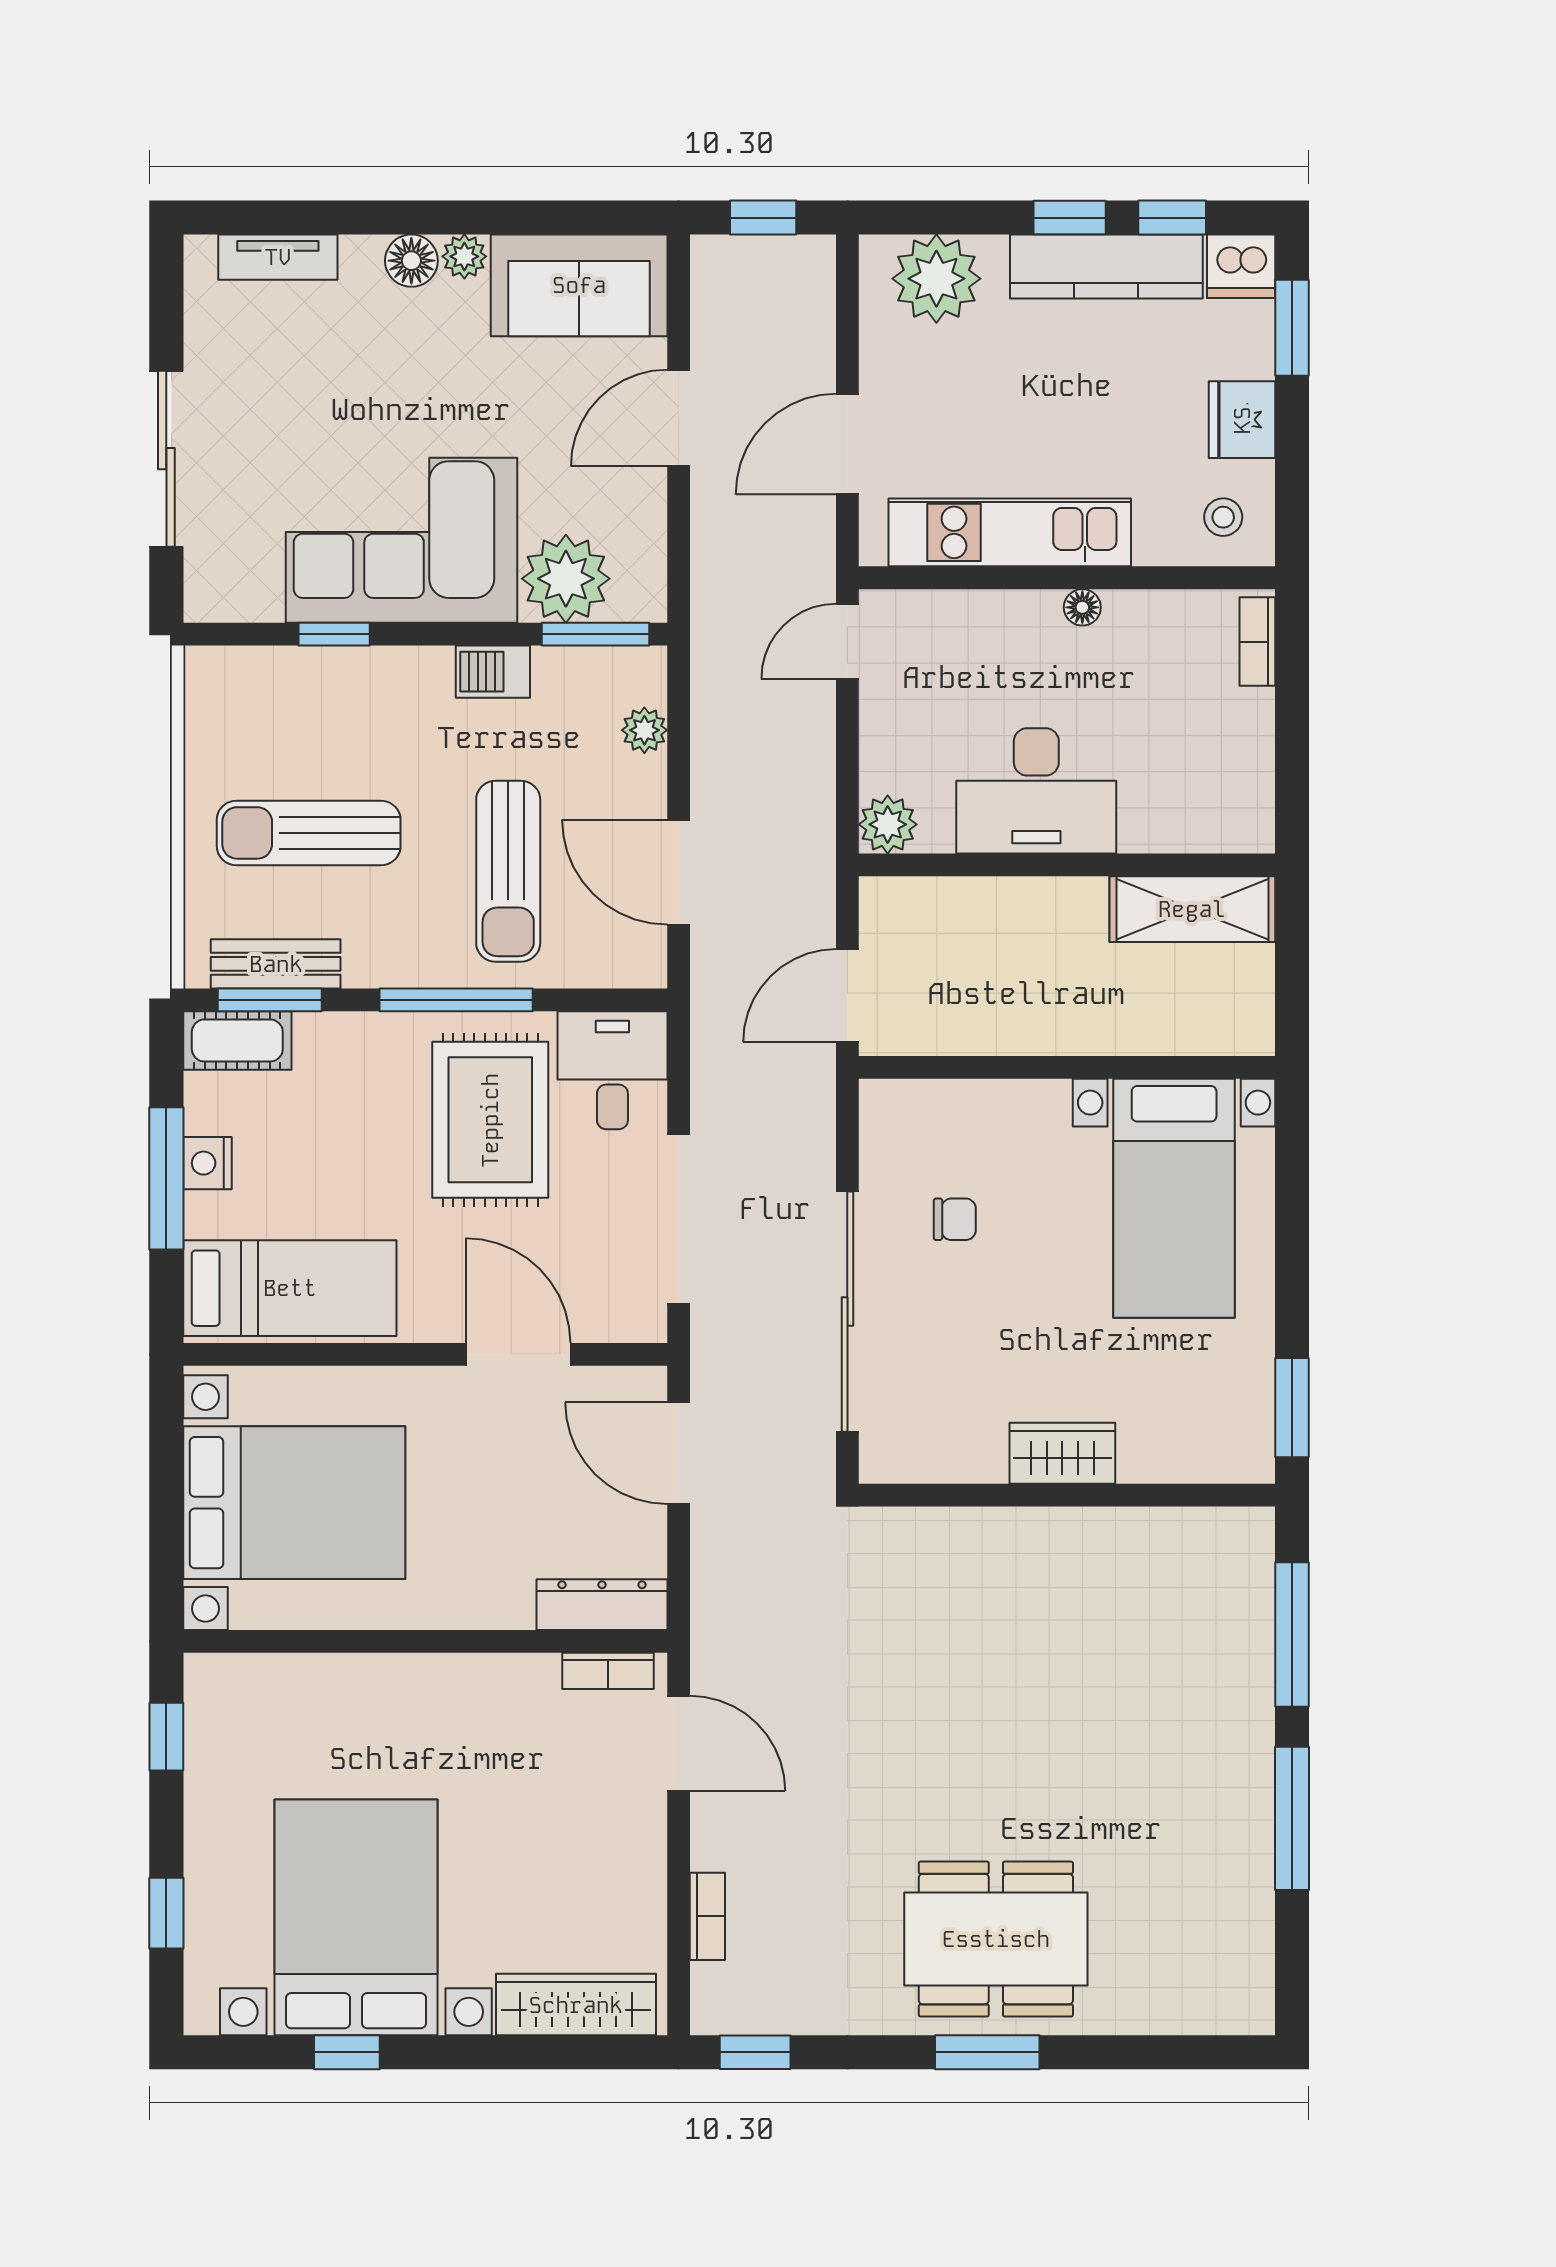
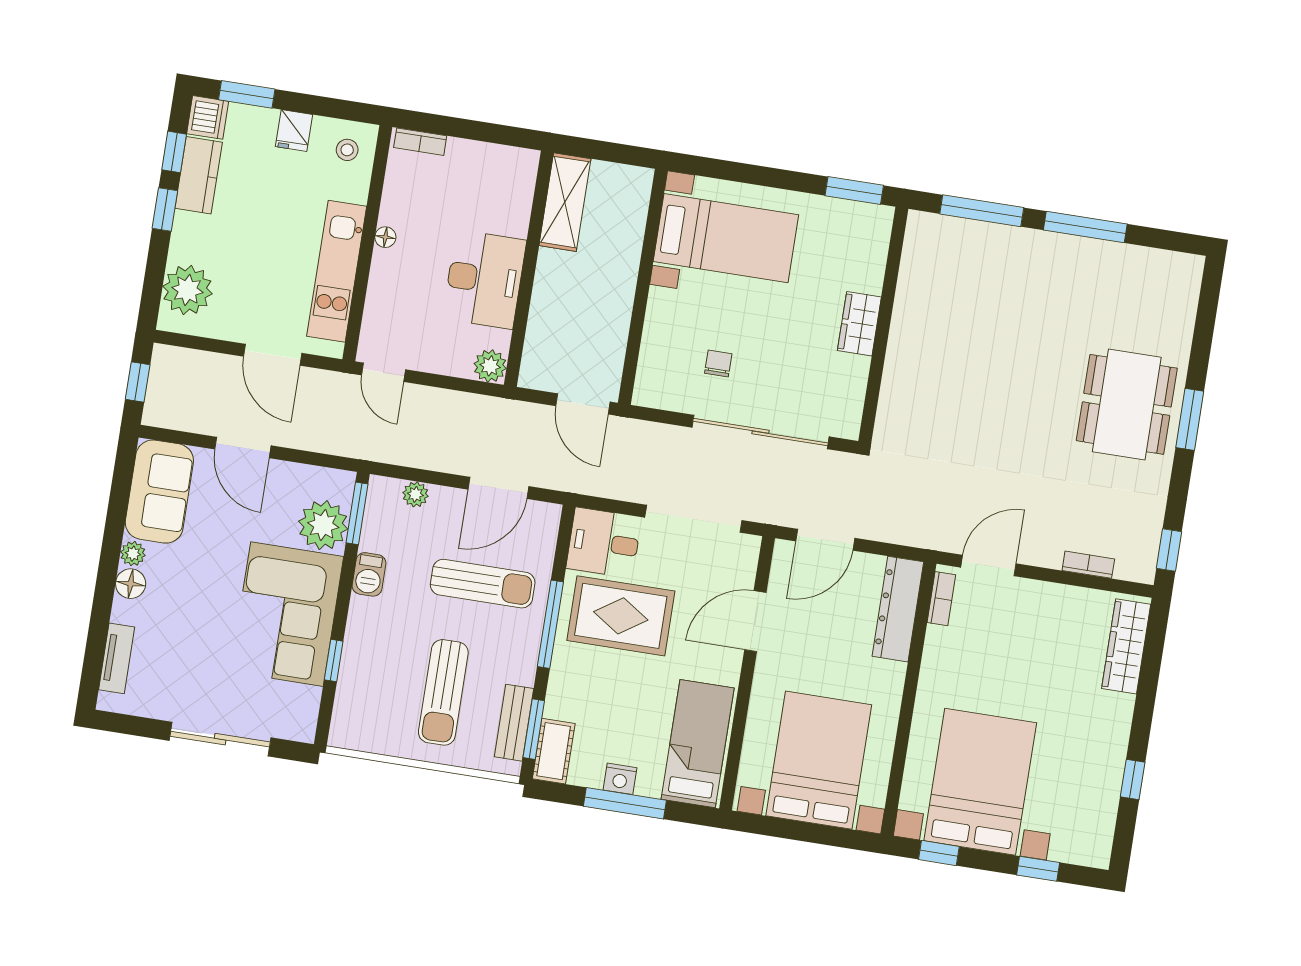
kitchen counter: (1106, 266) -> (199, 175), width x0.67
fridge: (1242, 420) -> (294, 131), width x0.72
dresser: (602, 1605) -> (898, 609), width x1.37, depth x1.24
bed with nightstands: (356, 1917) -> (980, 782), moved, turned 90

